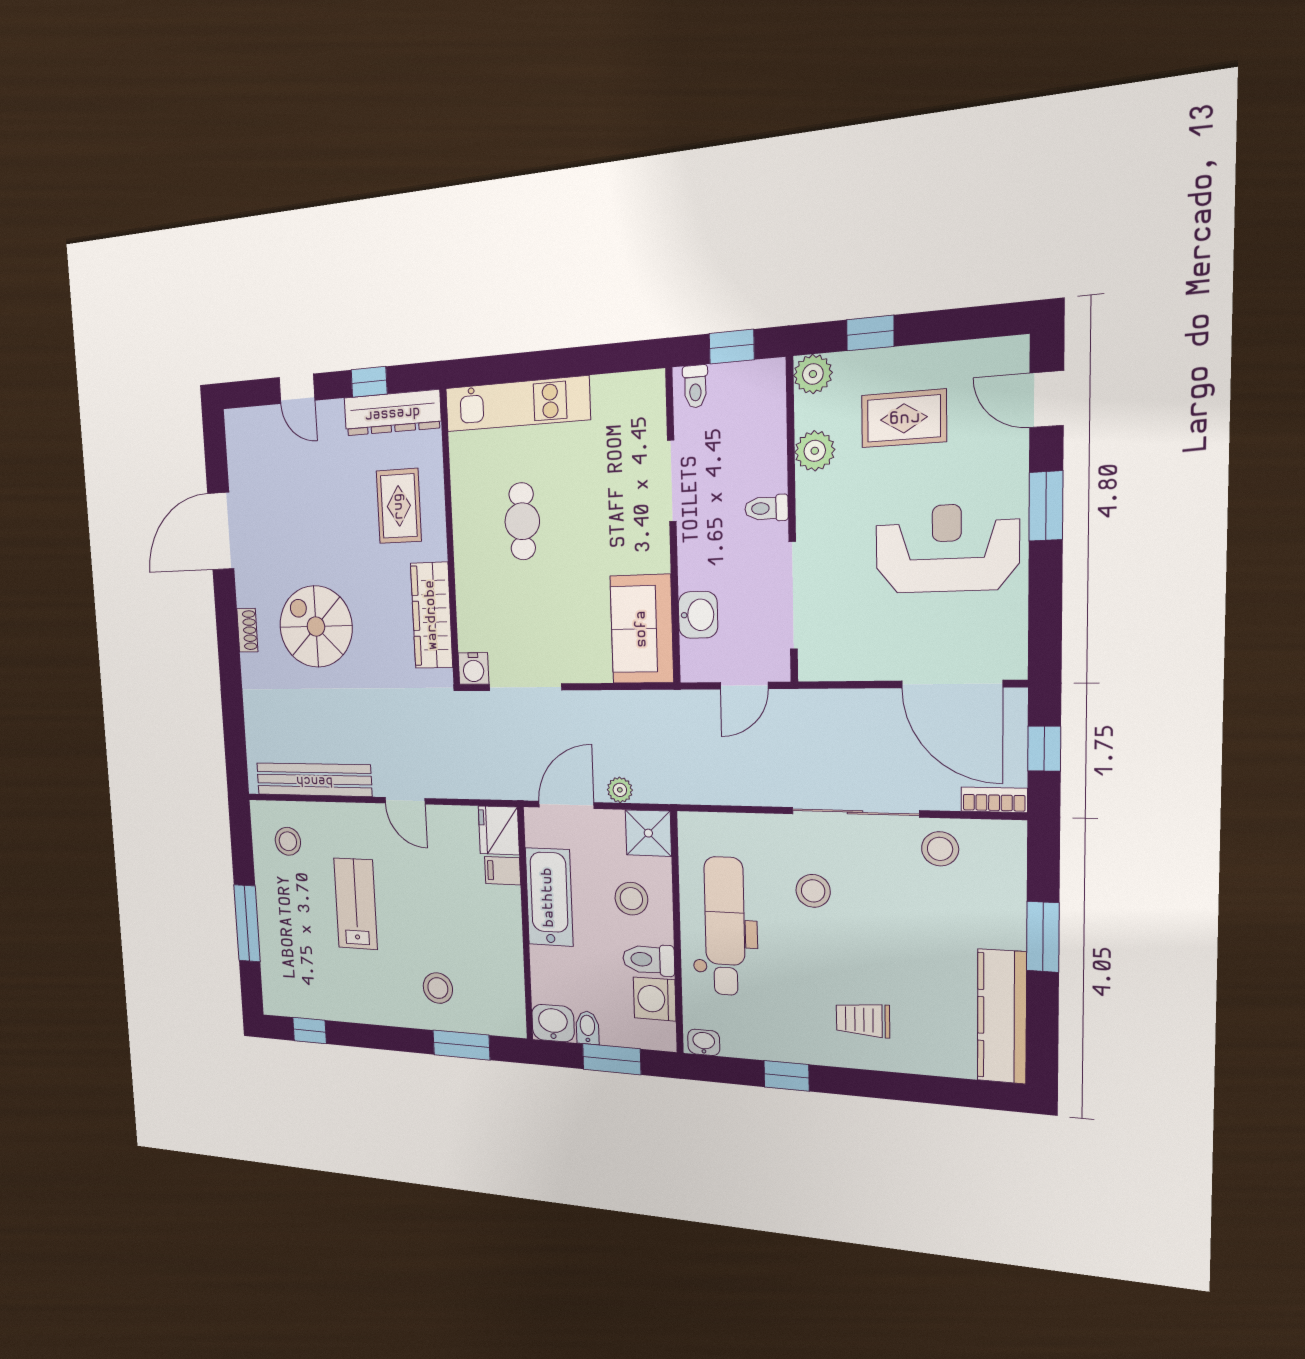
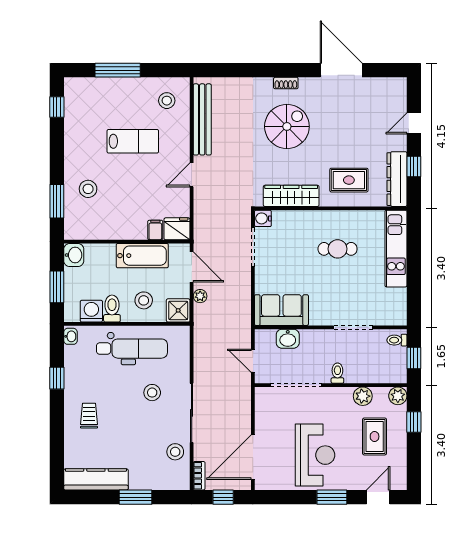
bidet: (587, 1028) -> (73, 274), removed

